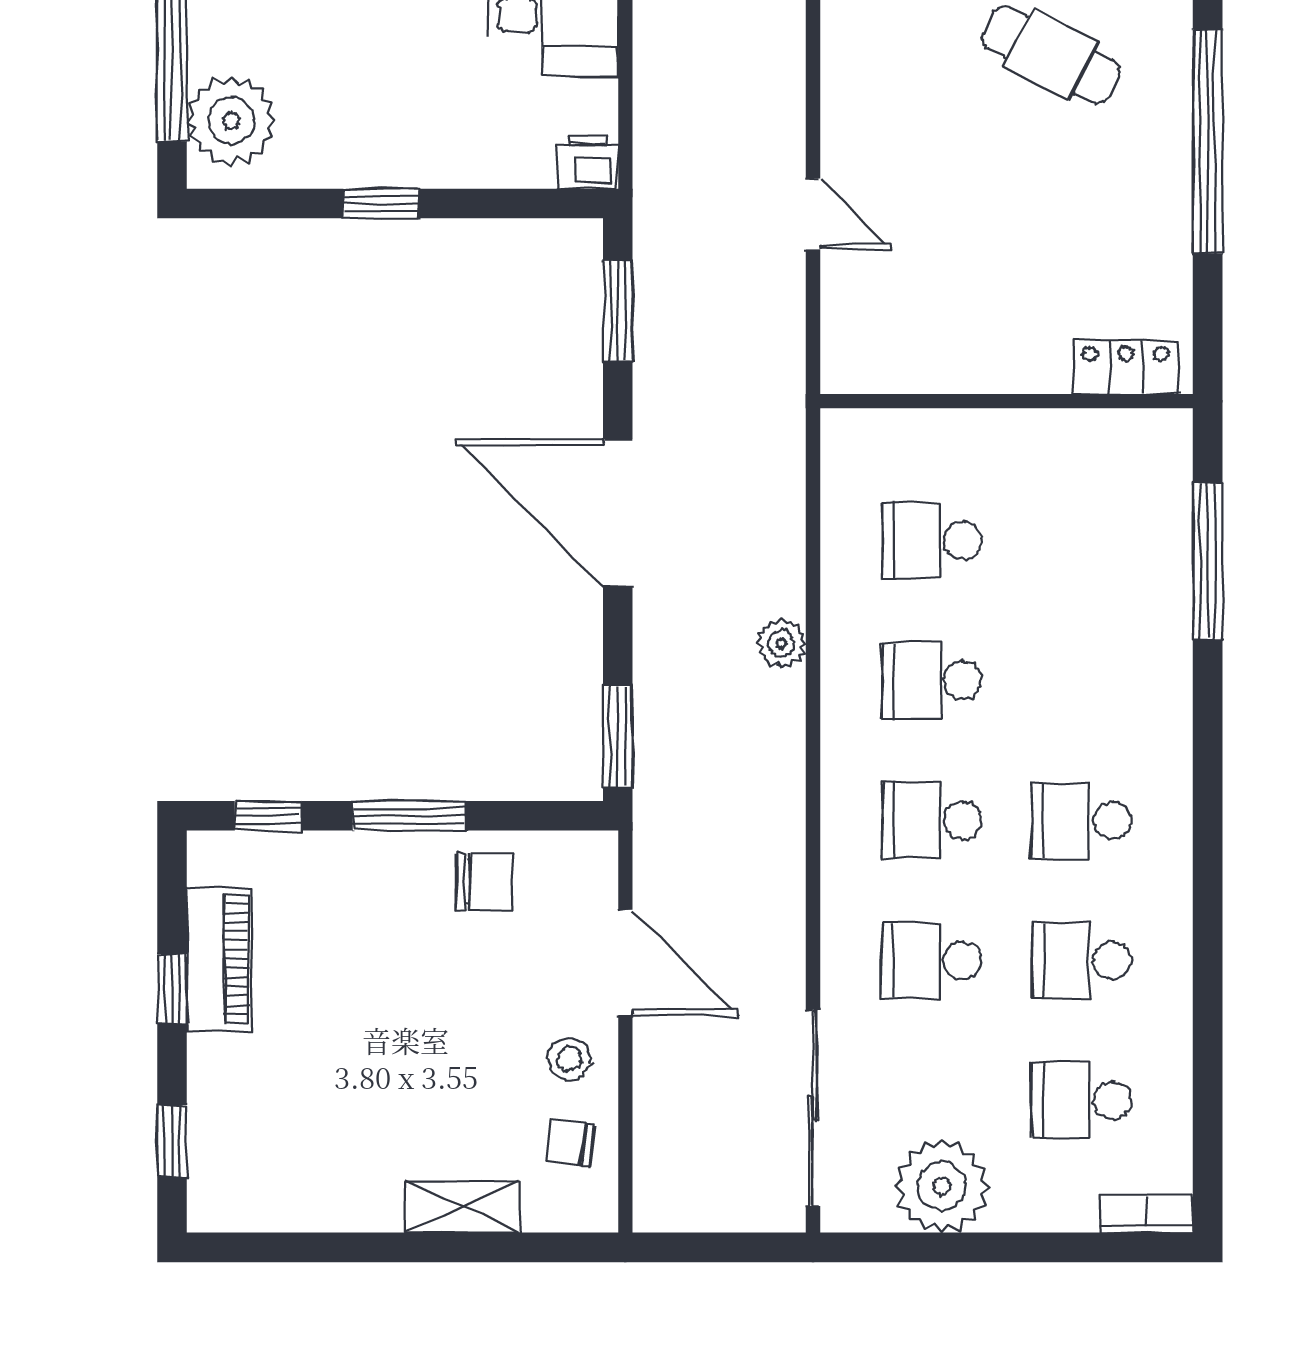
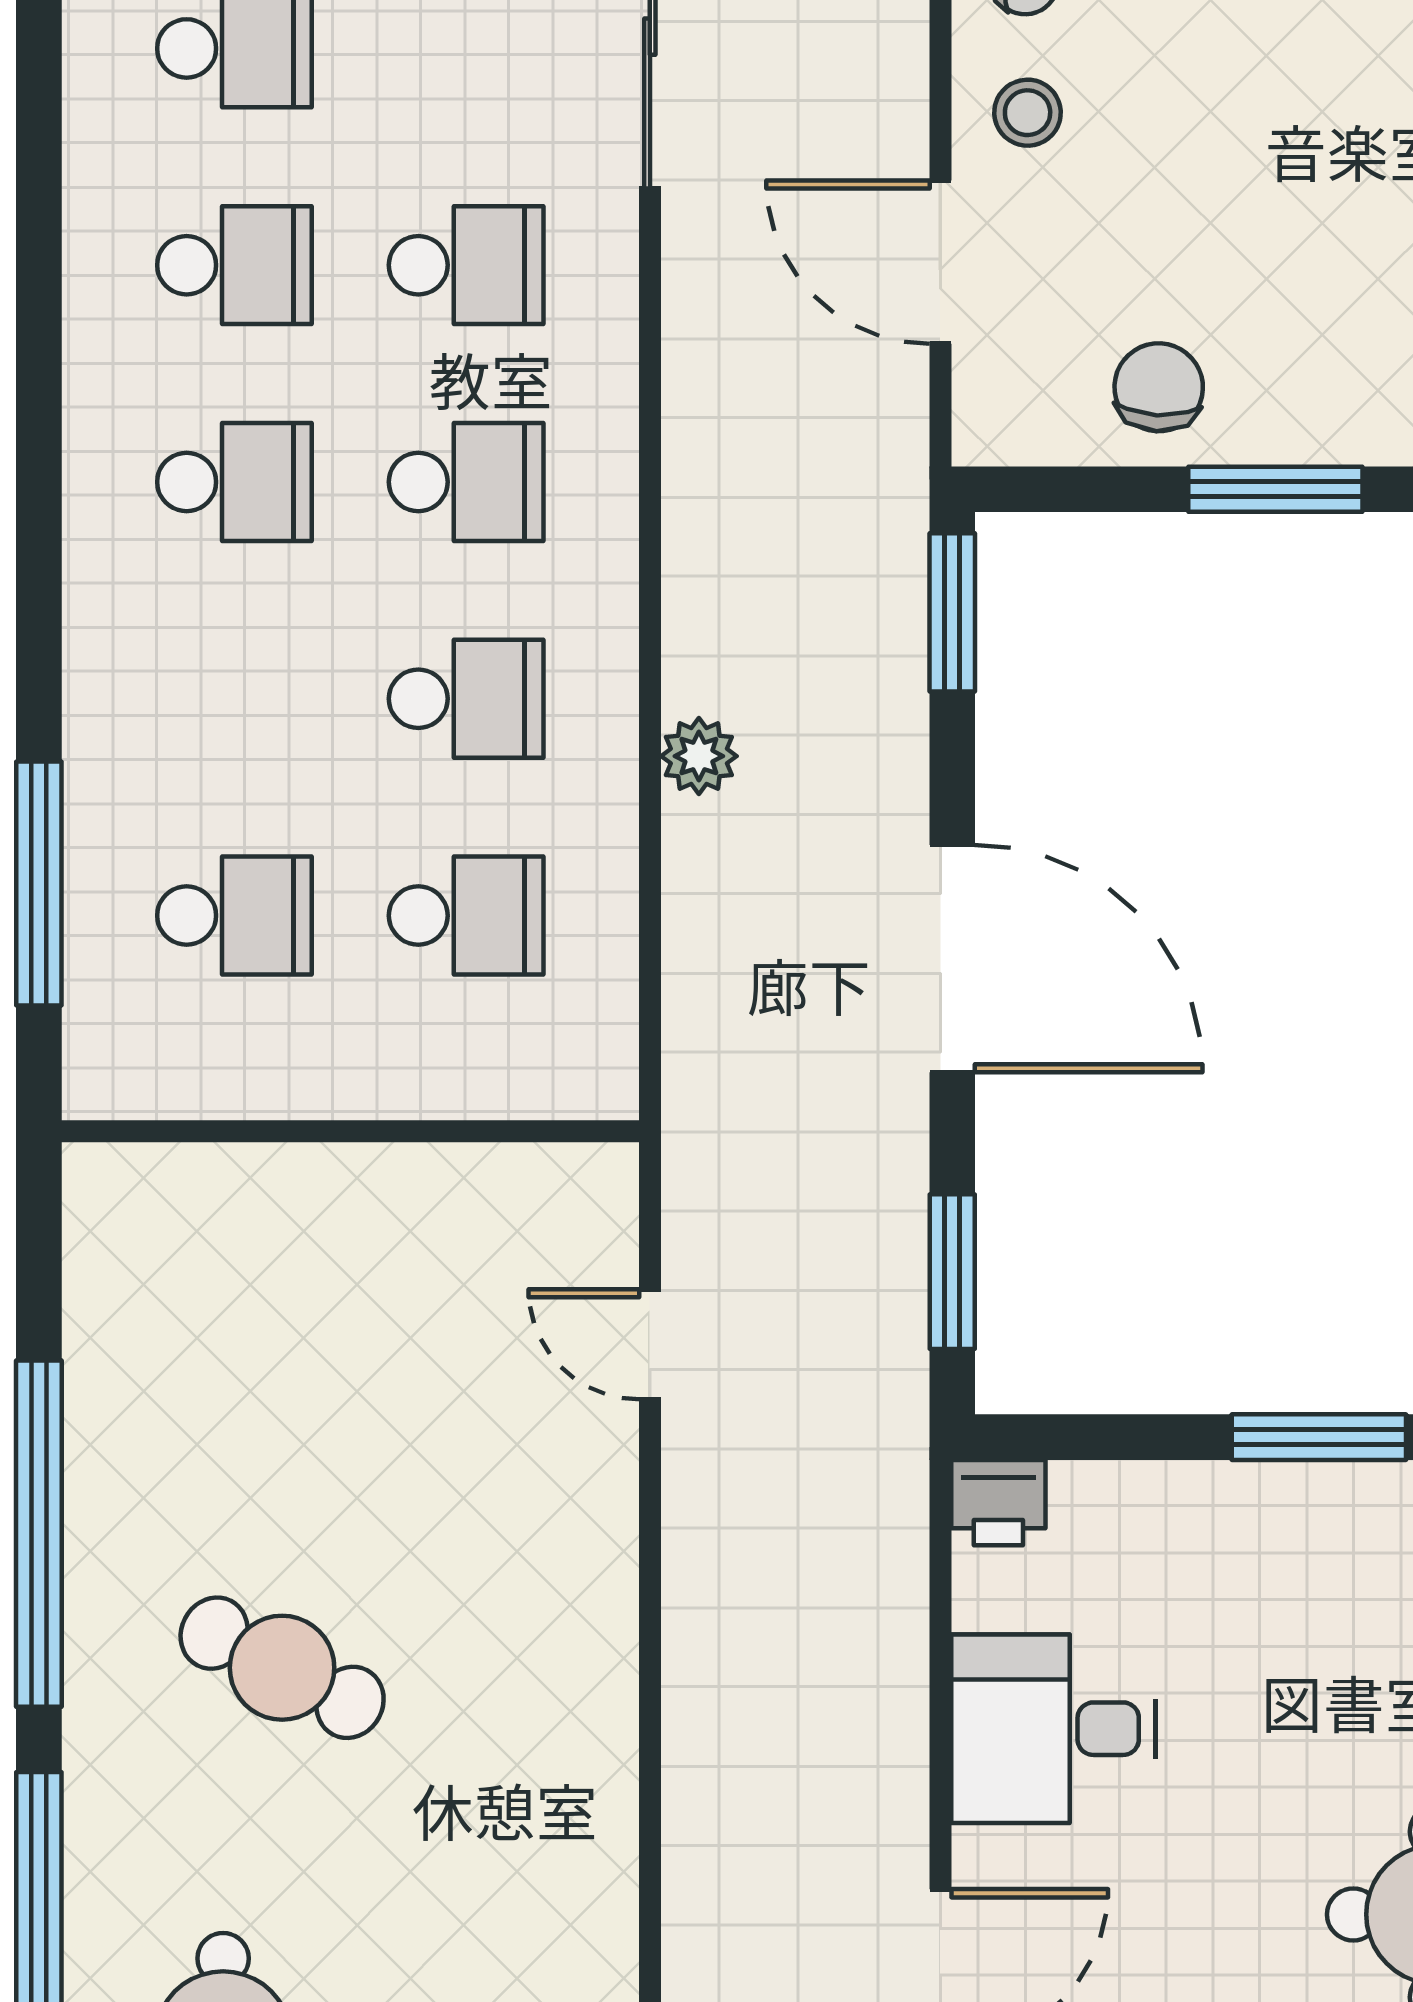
window: (381, 204) -> (1319, 1437), width x1.50
door: (813, 214) -> (650, 1344), moved
locker: (1125, 367) -> (166, 1184), removed
school desk: (1081, 540) -> (234, 916), added
chair: (484, 882) -> (1159, 387), turned 92

